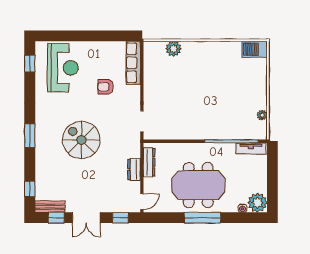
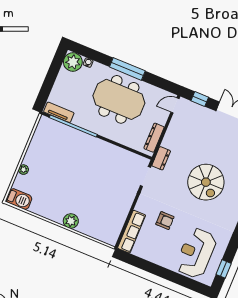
plant: (174, 49) -> (71, 221), moved
plant: (262, 115) -> (23, 170), moved
dresser: (134, 169) -> (161, 158), moved

